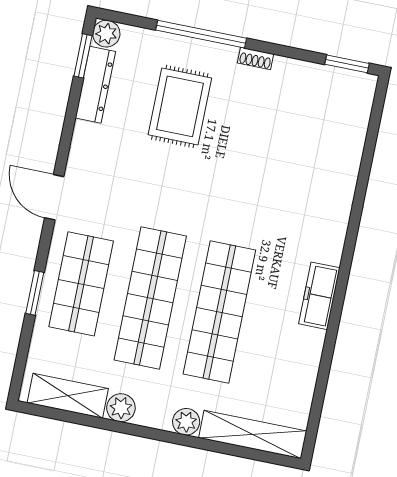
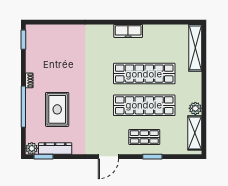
rug: (180, 106) -> (57, 109), turned 90
shop shelf: (81, 284) -> (144, 137), width x0.70, depth x0.74
plant: (186, 422) -> (196, 78), removed

